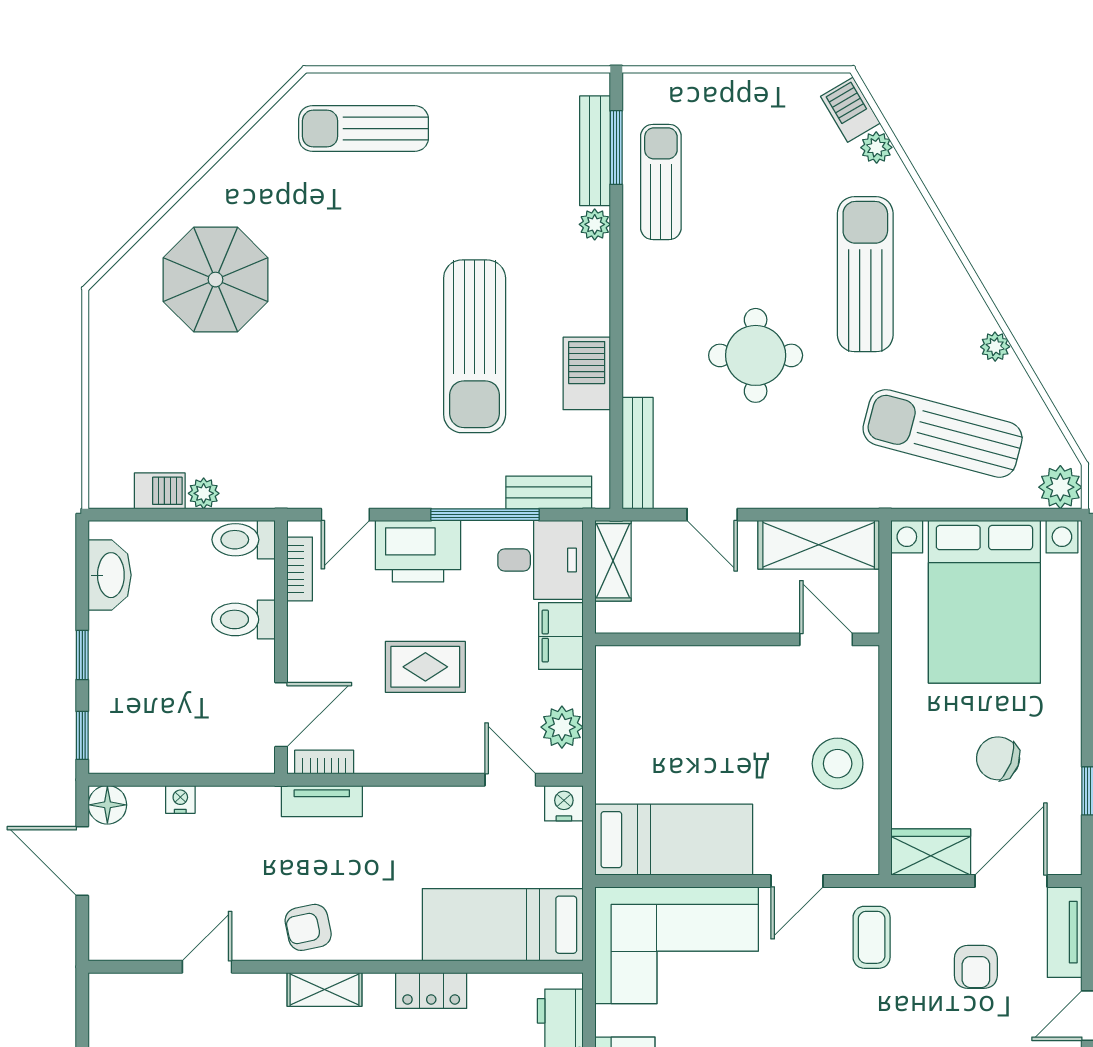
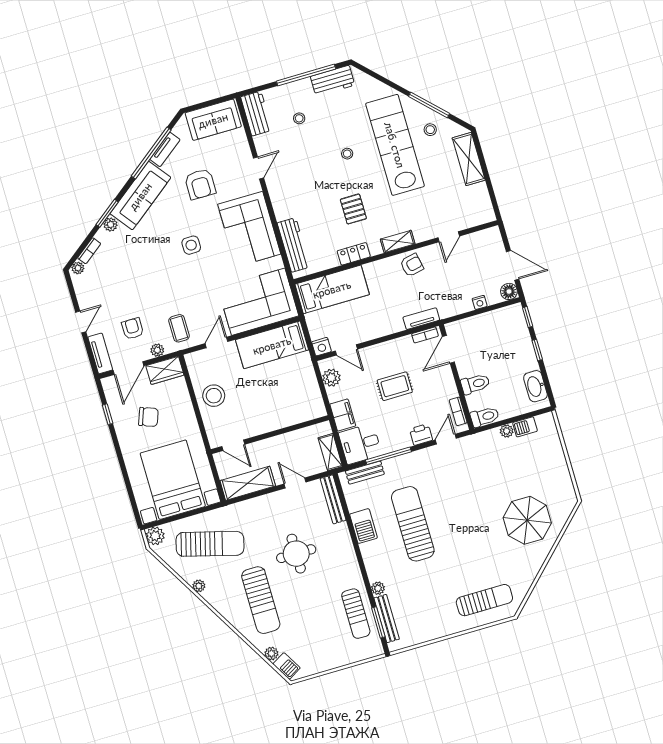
printer: (418, 551) -> (421, 435), width x0.53, depth x0.68
plant: (935, 902) -> (157, 350), added

